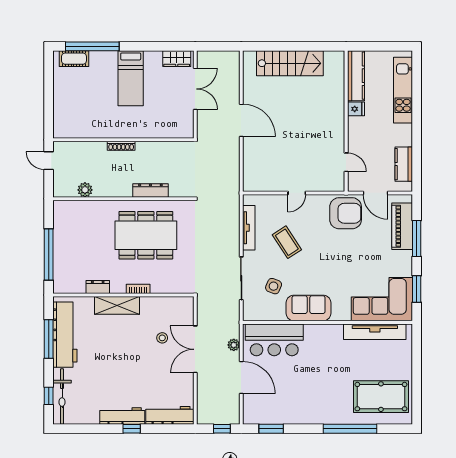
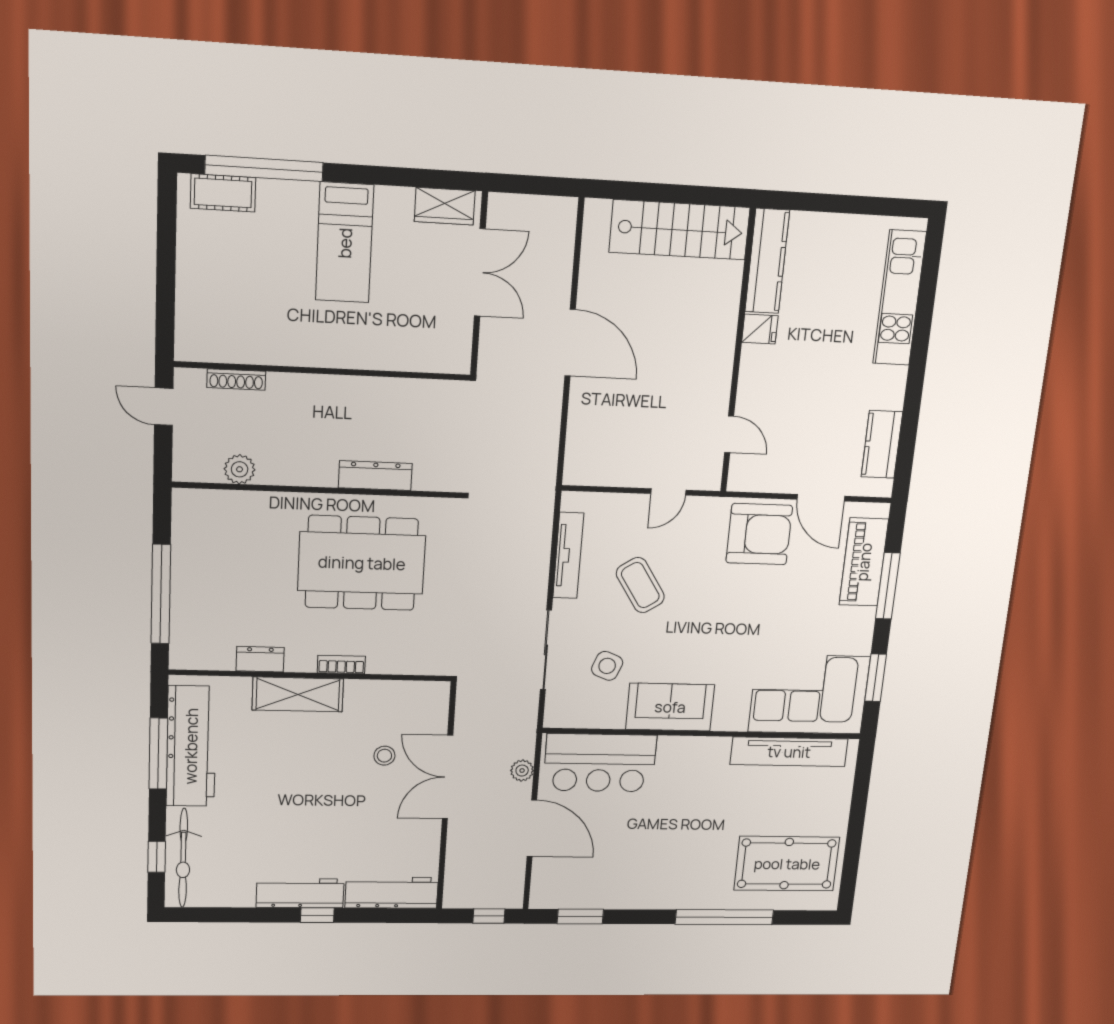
kitchen counter: (356, 76) -> (767, 261), moved
fridge: (356, 109) -> (760, 329), moved
wall: (346, 121) -> (738, 353), moved
shoe rack: (121, 146) -> (236, 379), moved
door: (346, 162) -> (729, 434), moved

